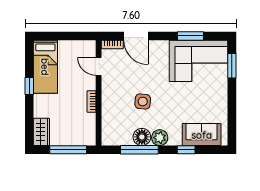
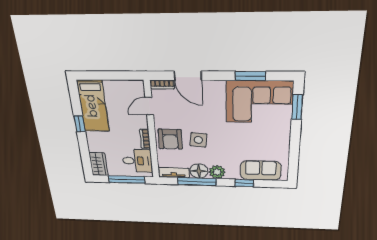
door: (99, 66) -> (149, 106), hinge flipped
armchair: (116, 101) -> (170, 139), added
desk: (81, 127) -> (137, 161), added
tv unit: (117, 140) -> (174, 173), added

